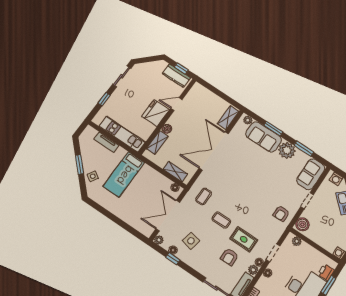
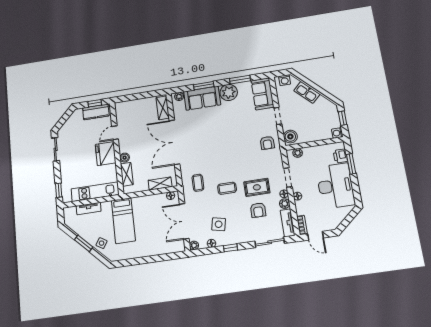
window: (104, 99) -> (59, 190), moved
window: (173, 259) -> (230, 248), moved

